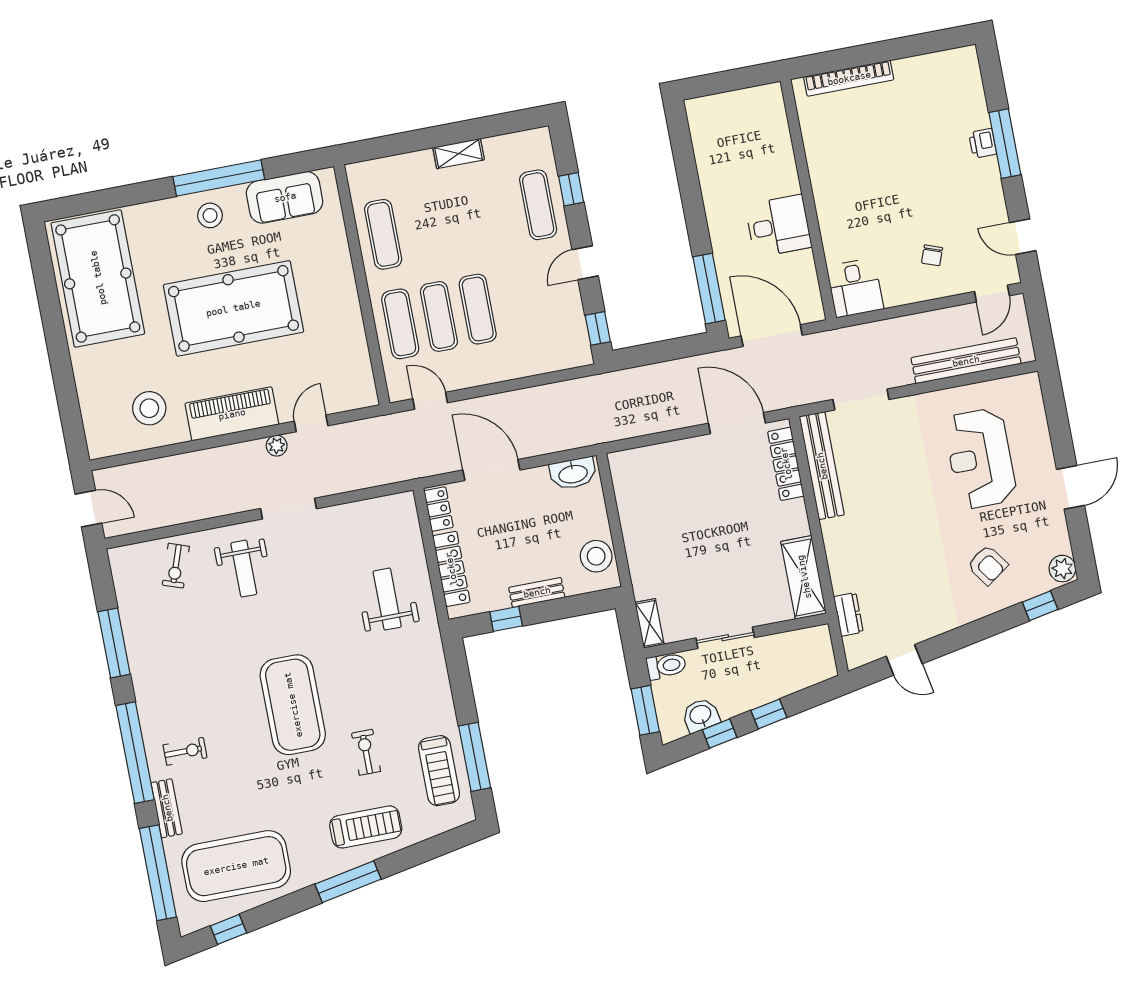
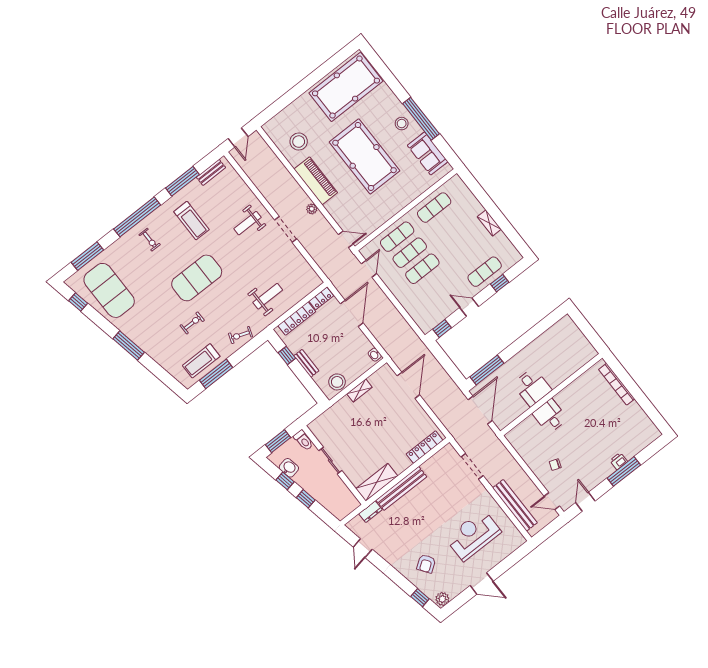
desk: (855, 288) -> (550, 416), moved, turned 90
door: (311, 423) -> (346, 239), moved
door: (737, 423) -> (408, 385), moved
bench: (822, 466) -> (401, 488), moved
washbasin: (573, 473) -> (375, 355), width x0.52, depth x0.69
exercise bike: (176, 566) -> (240, 335), moved
shelving: (649, 623) -> (359, 391), moved
bench: (167, 808) -> (211, 172), moved
treadmill: (366, 827) -> (191, 221), moved
window: (158, 873) -> (87, 256), width x0.68

